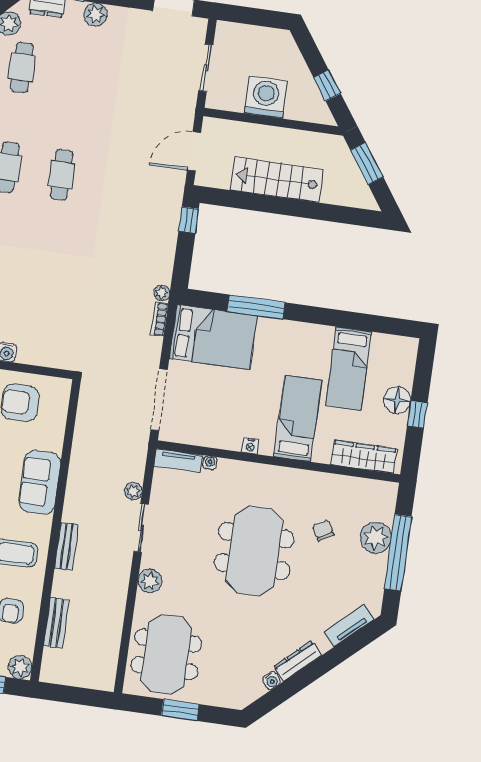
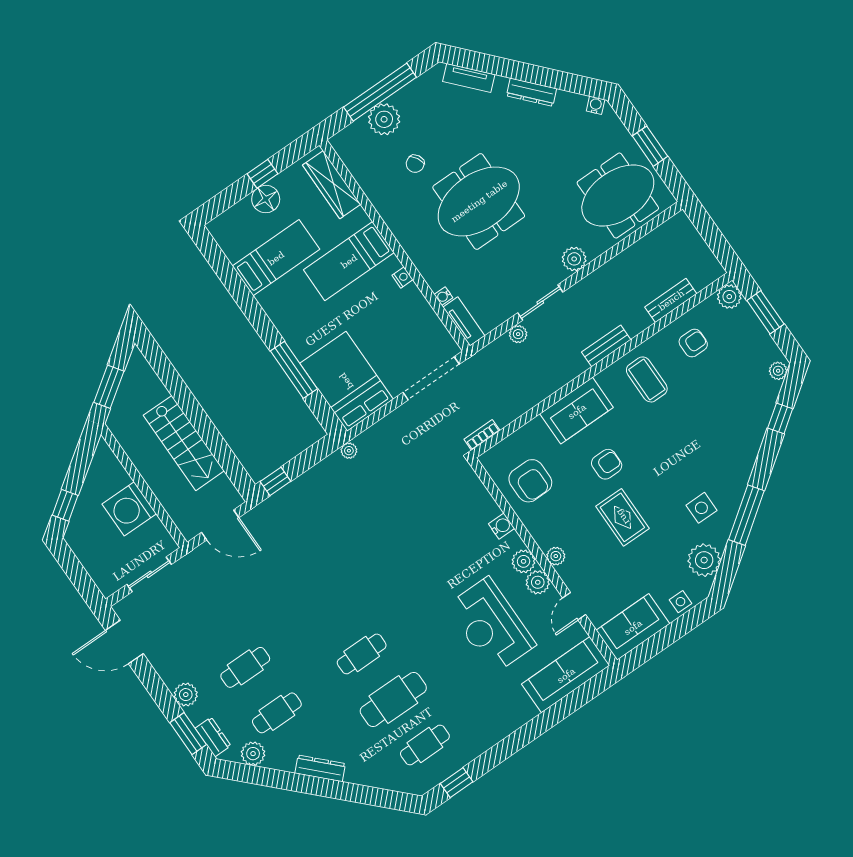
window: (327, 86) -> (65, 505), moved
cafe table: (61, 175) -> (245, 667), moved
bookcase: (159, 319) -> (482, 435), moved, turned 180
water cooler: (272, 681) -> (596, 105), moved

